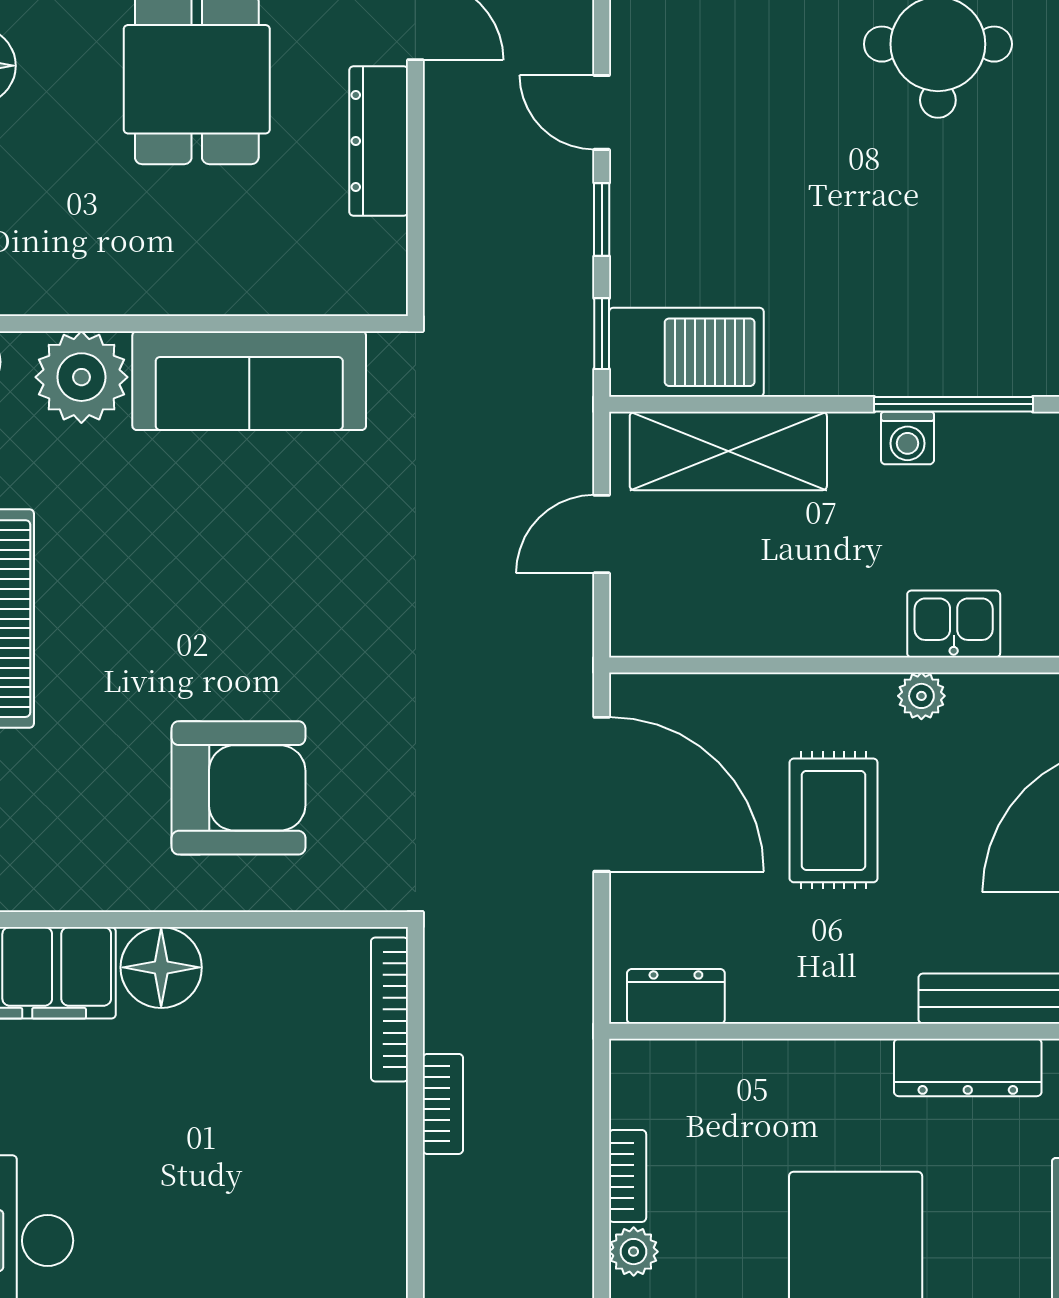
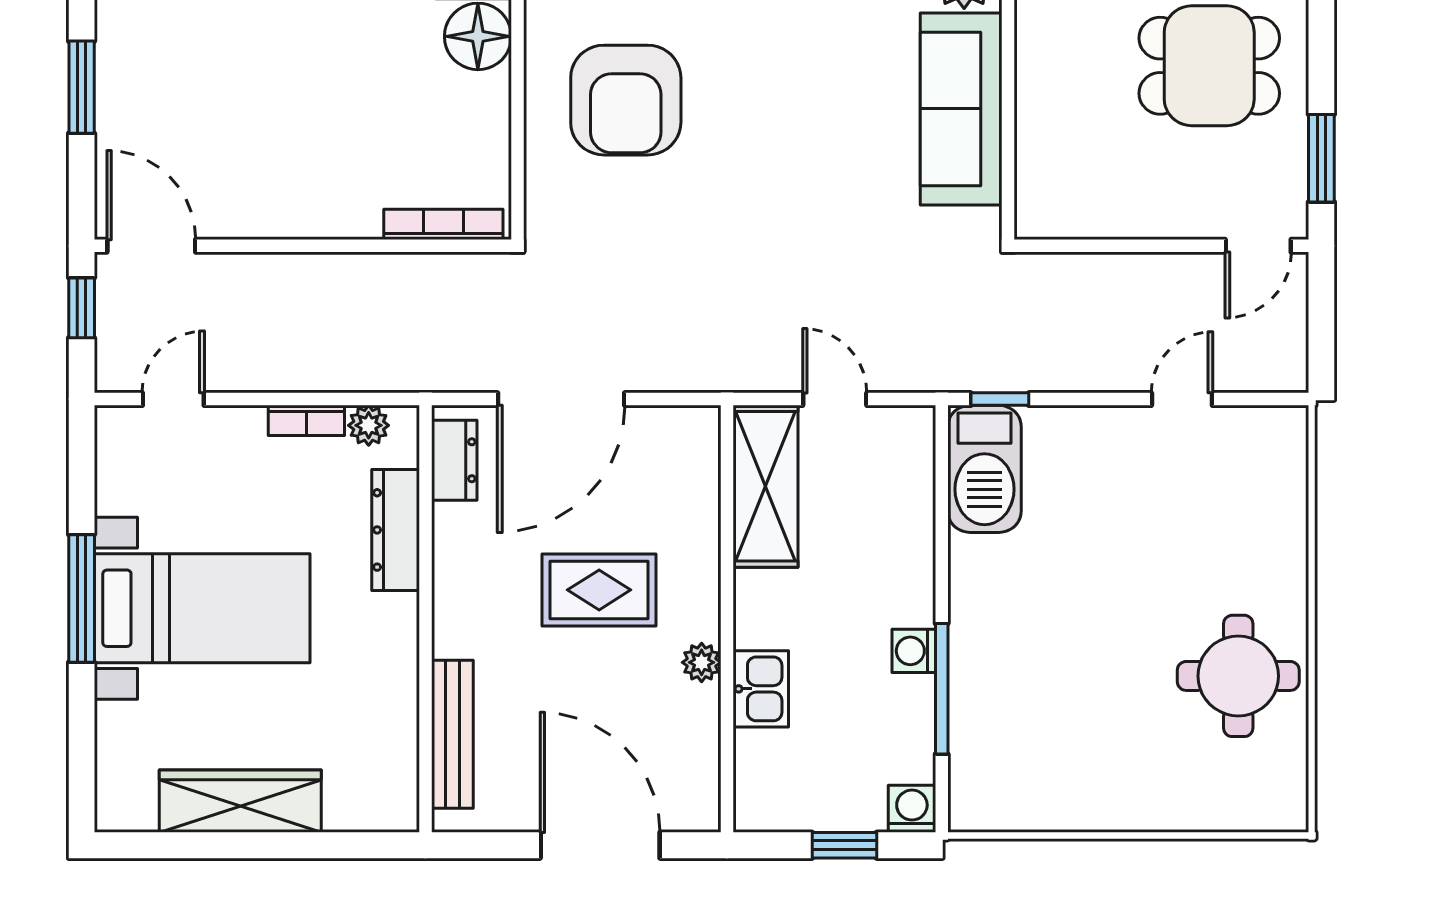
dresser: (379, 141) -> (1158, 215), removed
window: (602, 220) -> (1094, 399), removed
shelving: (728, 451) -> (766, 486), moved
door: (602, 794) -> (561, 399), moved
dresser: (968, 1067) -> (396, 530), moved
bookcase: (443, 1104) -> (366, 268), removed
plant: (634, 1252) -> (369, 425), moved

